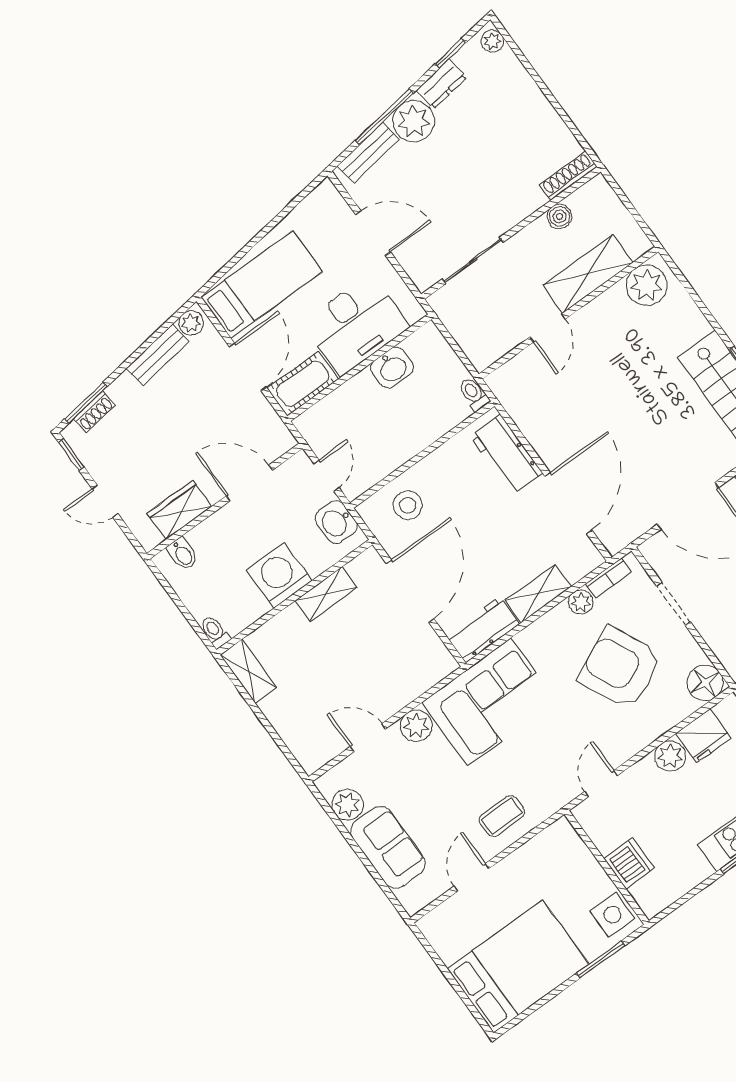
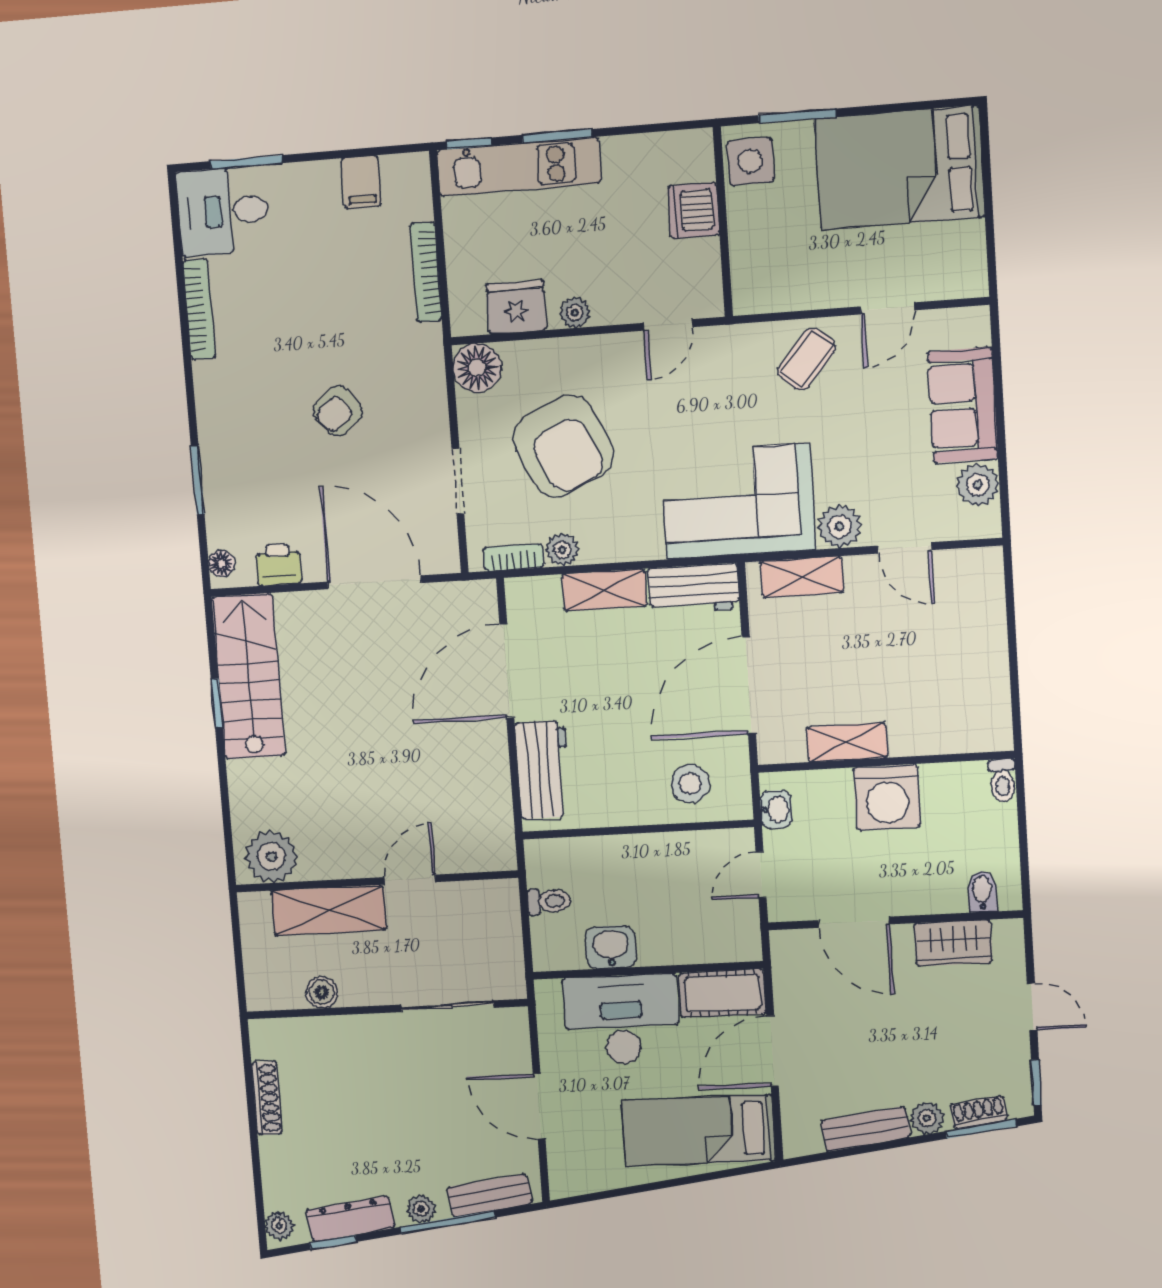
dresser: (441, 84) -> (350, 1219), width x1.44
plant: (414, 121) -> (421, 1209), width x0.53, depth x0.53
shoe rack: (568, 176) -> (267, 1098), moved, turned -90
plant: (191, 323) -> (927, 1118), moved
toilet: (474, 394) -> (549, 901), moved, turned -90
washbasin: (336, 522) -> (776, 809), width x0.72, depth x0.69
shelving: (248, 671) -> (802, 577), moved, turned 90
plant: (670, 756) -> (575, 312), width x0.73, depth x0.73
coffee table: (502, 816) -> (807, 359), turned -49

